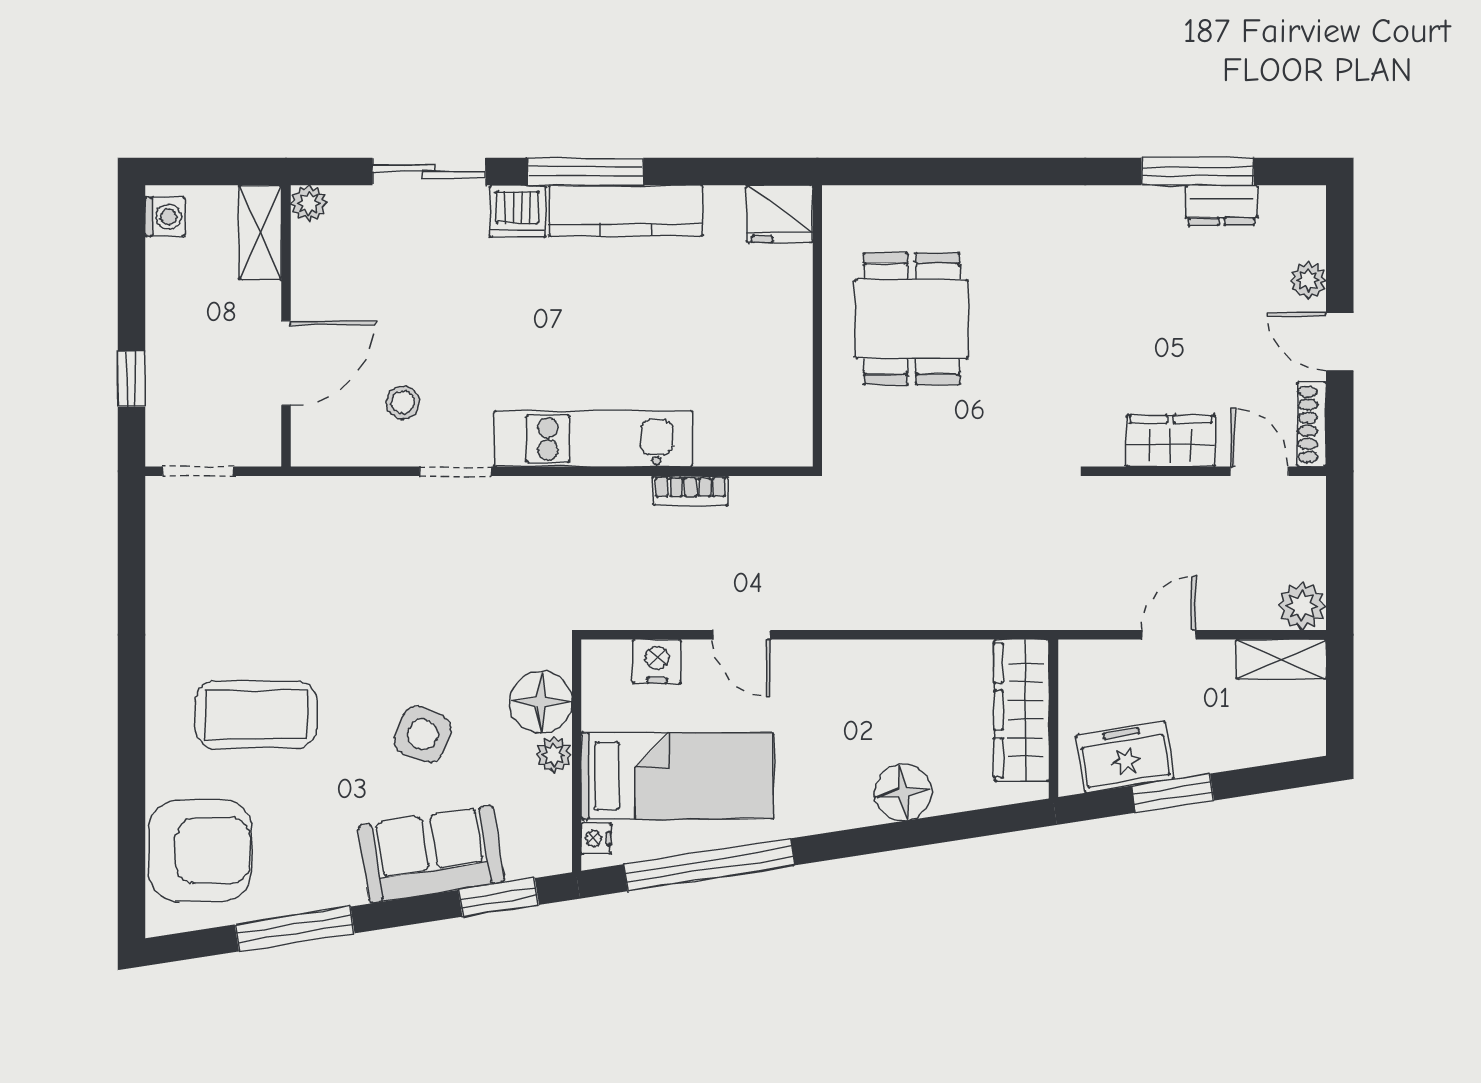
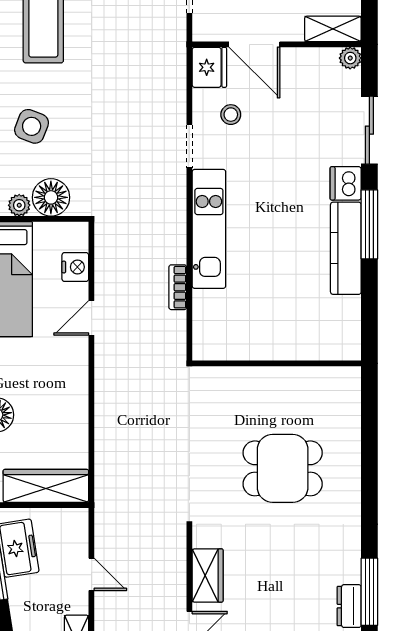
fridge: (780, 214) -> (209, 67), moved, turned 180
dining table: (912, 319) -> (283, 468), moved

